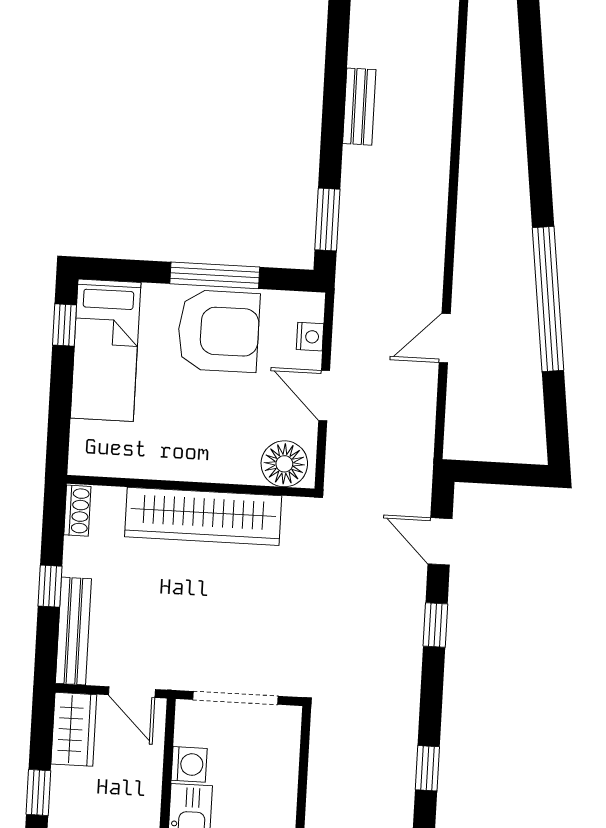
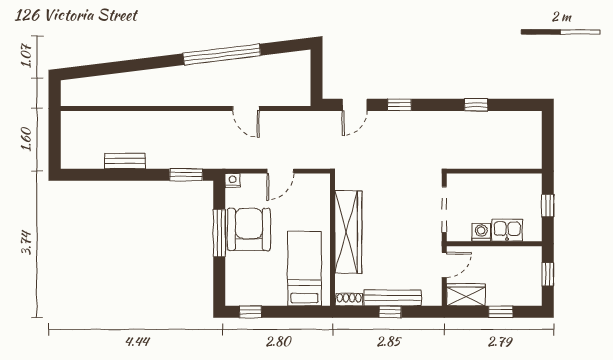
nightstand: (310, 337) -> (233, 180), moved
bed: (106, 350) -> (304, 269), moved, turned -90
floor lamp: (284, 464) -> (318, 190), removed
bench: (73, 631) -> (393, 298), moved

